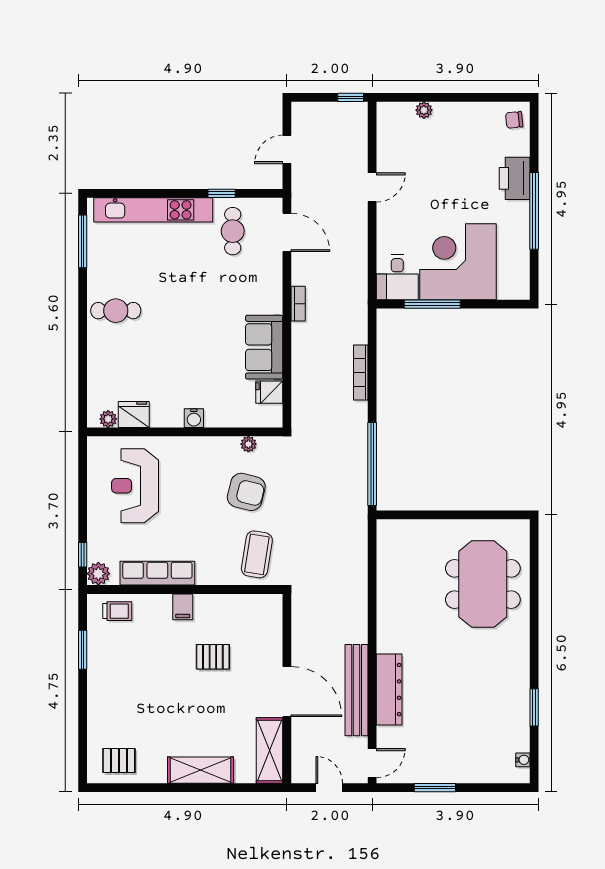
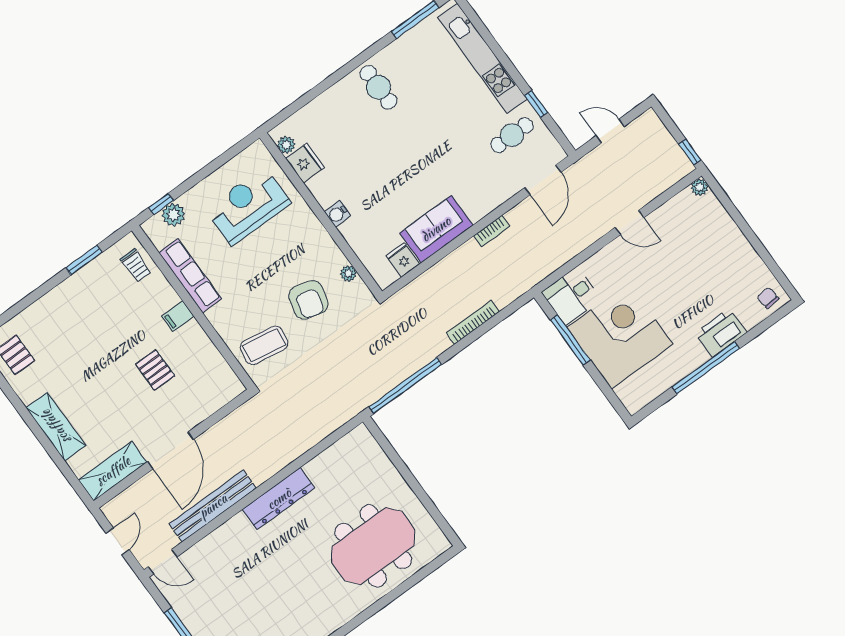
plant: (424, 110) -> (700, 187), moved
plant: (98, 574) -> (173, 215), moved
dresser: (389, 690) -> (279, 499), moved

